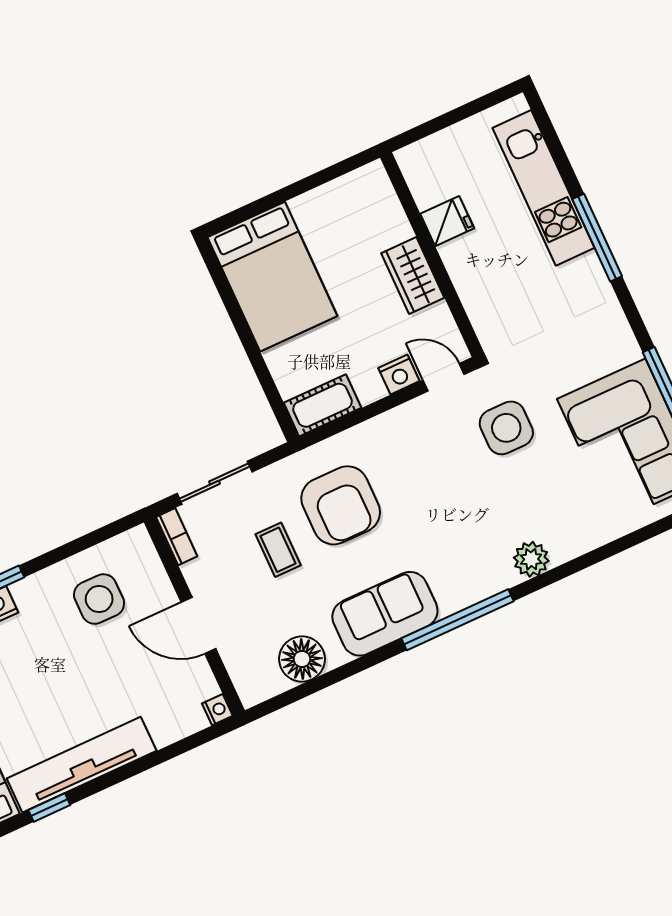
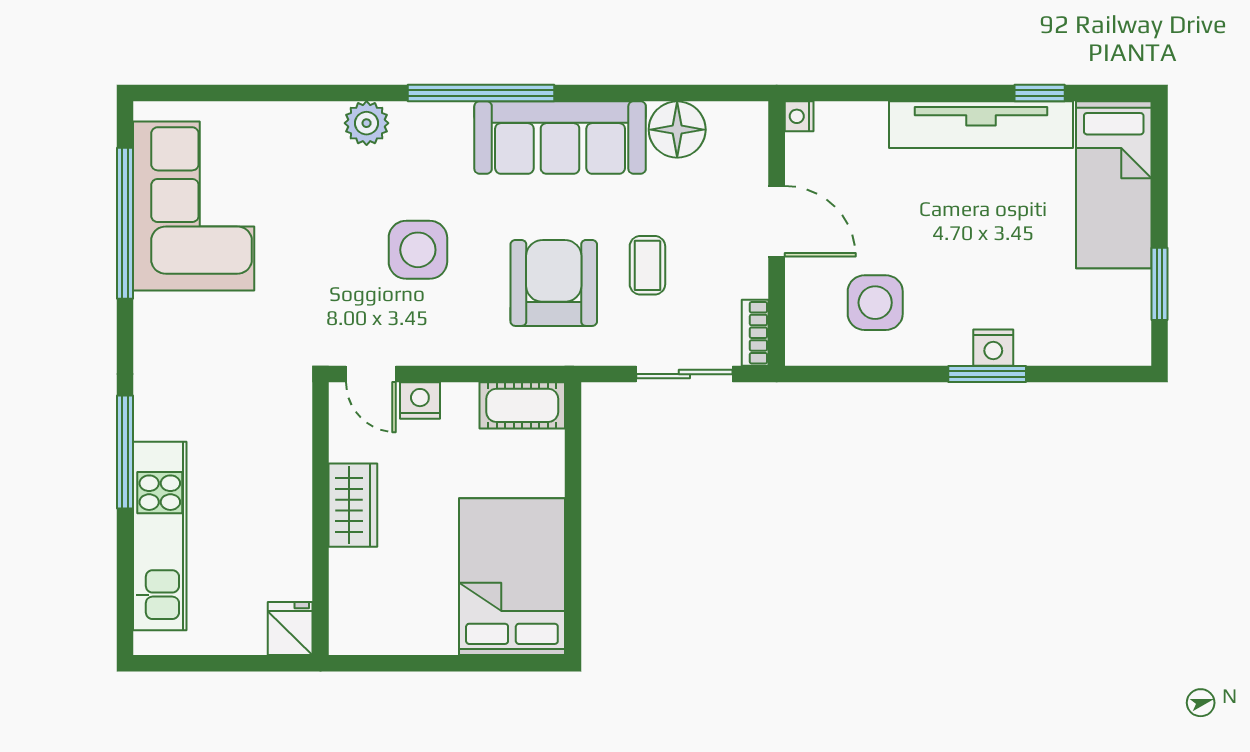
fridge: (447, 221) -> (290, 628), moved, turned 90
side table: (506, 428) -> (418, 250), moved
sofa: (385, 614) -> (560, 138), width x1.36

